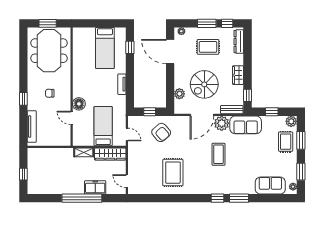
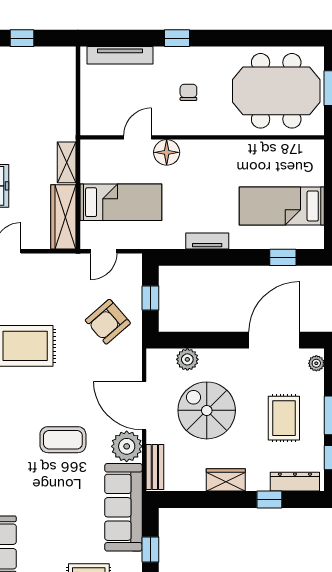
window: (248, 95) -> (269, 500), moved
sofa: (246, 125) -> (123, 507), width x1.36

